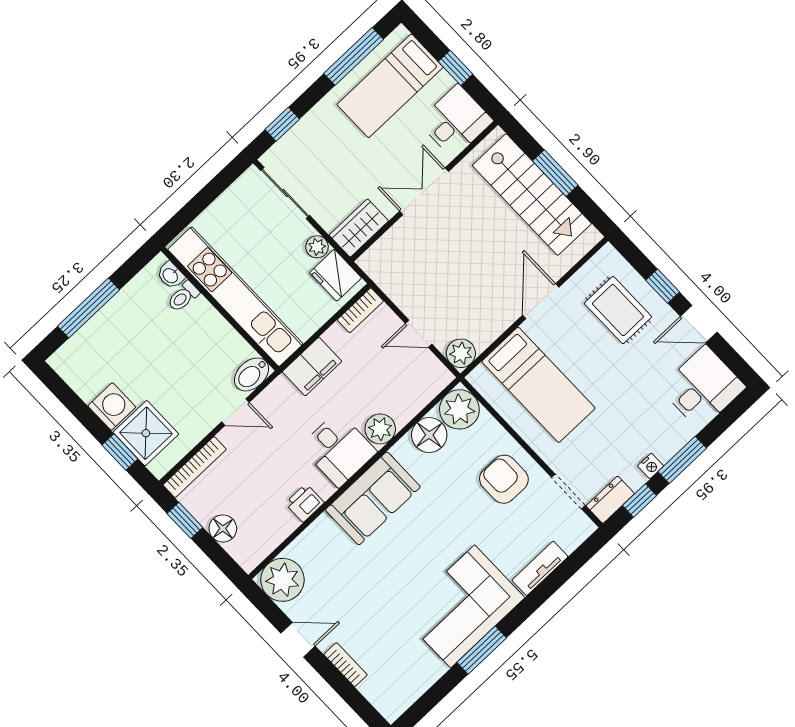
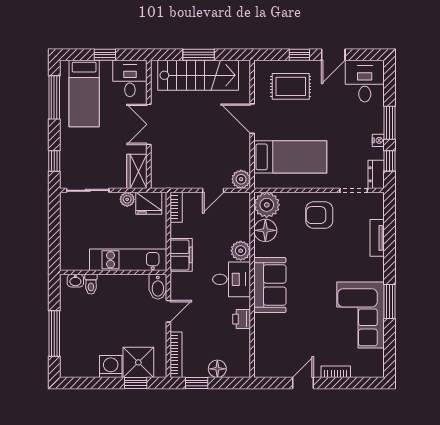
kitchen unit: (235, 297) -> (128, 260), width x0.73
plant: (282, 580) -> (268, 364), removed
corner sofa: (463, 606) -> (361, 315), moved

